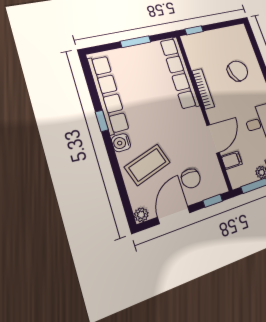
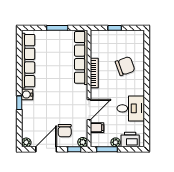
window: (194, 30) -> (115, 28), moved
window: (102, 121) -> (19, 103), moved
coffee table: (147, 165) -> (40, 113), removed
plant: (220, 187) -> (83, 142), added

